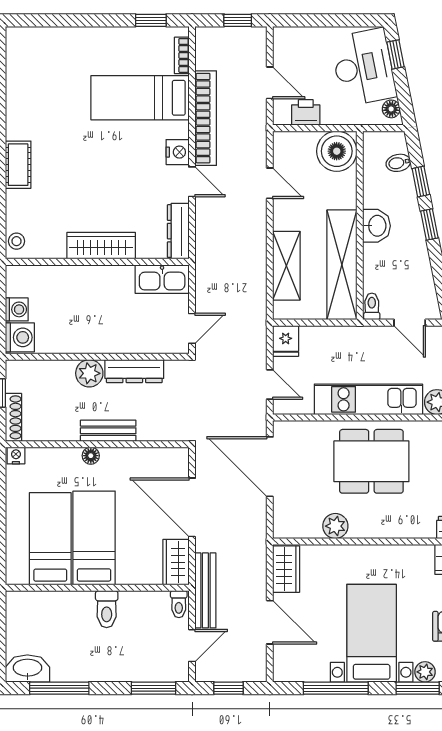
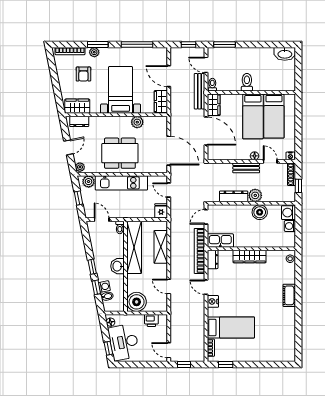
door: (270, 83) -> (169, 350), moved
bookcase: (206, 118) -> (199, 251), moved
washing machine: (404, 183) -> (104, 286), added
dresser: (178, 231) -> (213, 259), width x0.70
boiler: (80, 338) -> (260, 212), added
door: (58, 444) -> (270, 161), added
bed with nightstands: (372, 633) -> (121, 90), moved, turned 180
door: (192, 646) -> (206, 65), hinge flipped
window: (59, 688) -> (270, 44), removed

